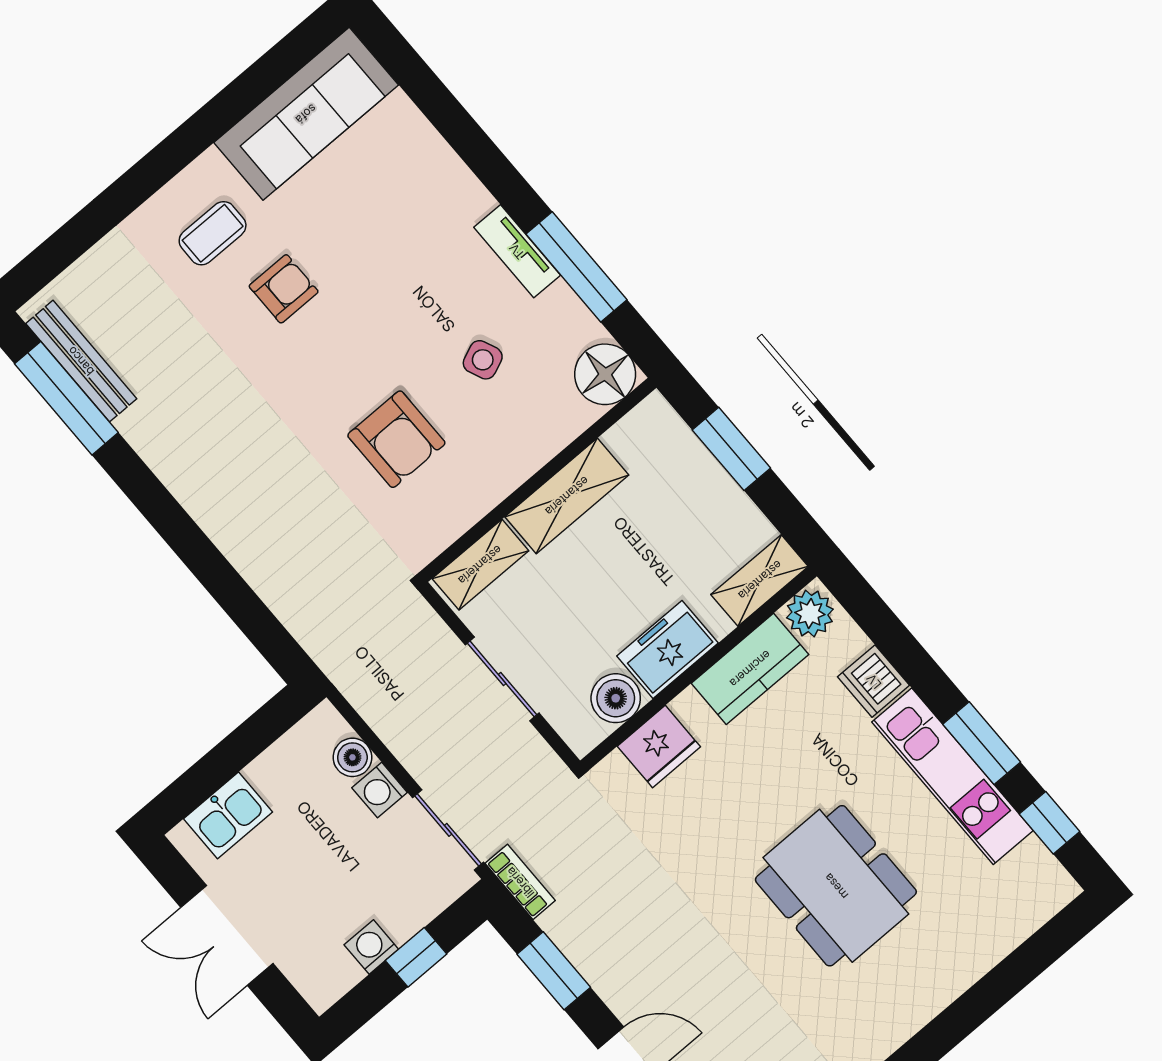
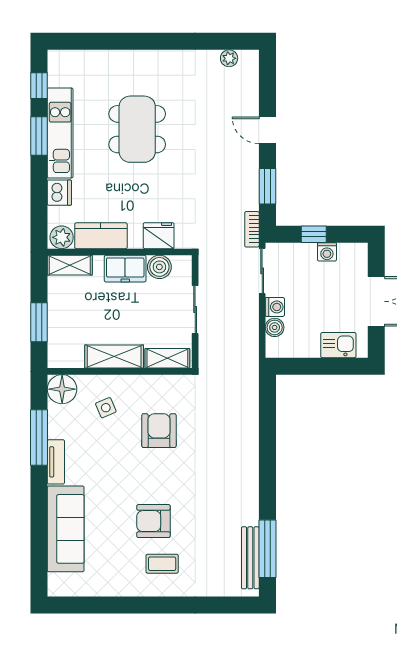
sofa: (306, 114) -> (66, 529), moved, turned 90
armchair: (284, 289) -> (153, 521), width x1.38, depth x1.38
side table: (483, 360) -> (106, 408), moved

